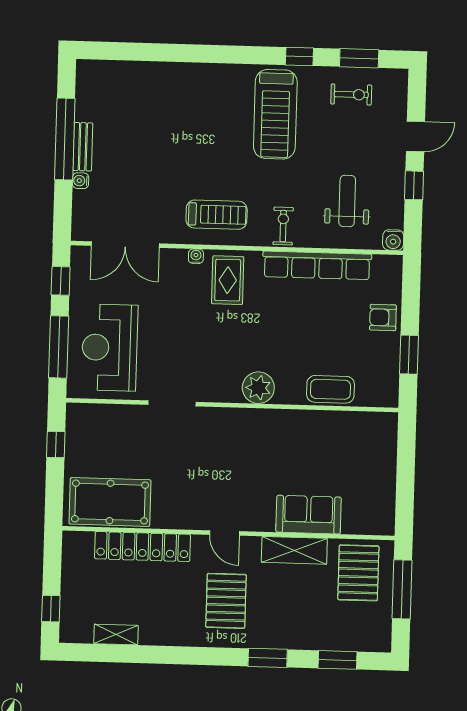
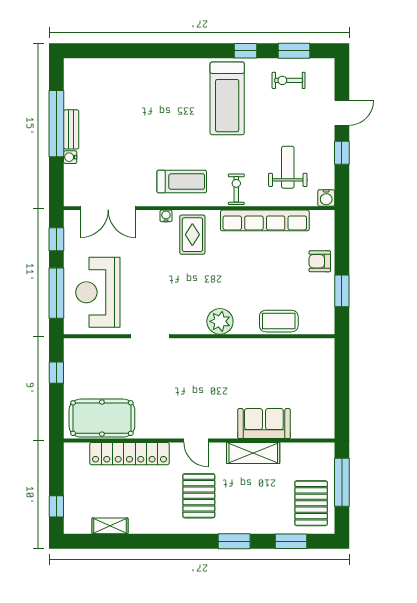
exercise bike: (351, 95) -> (289, 80), turned 180
pallet: (358, 573) -> (311, 503), moved

